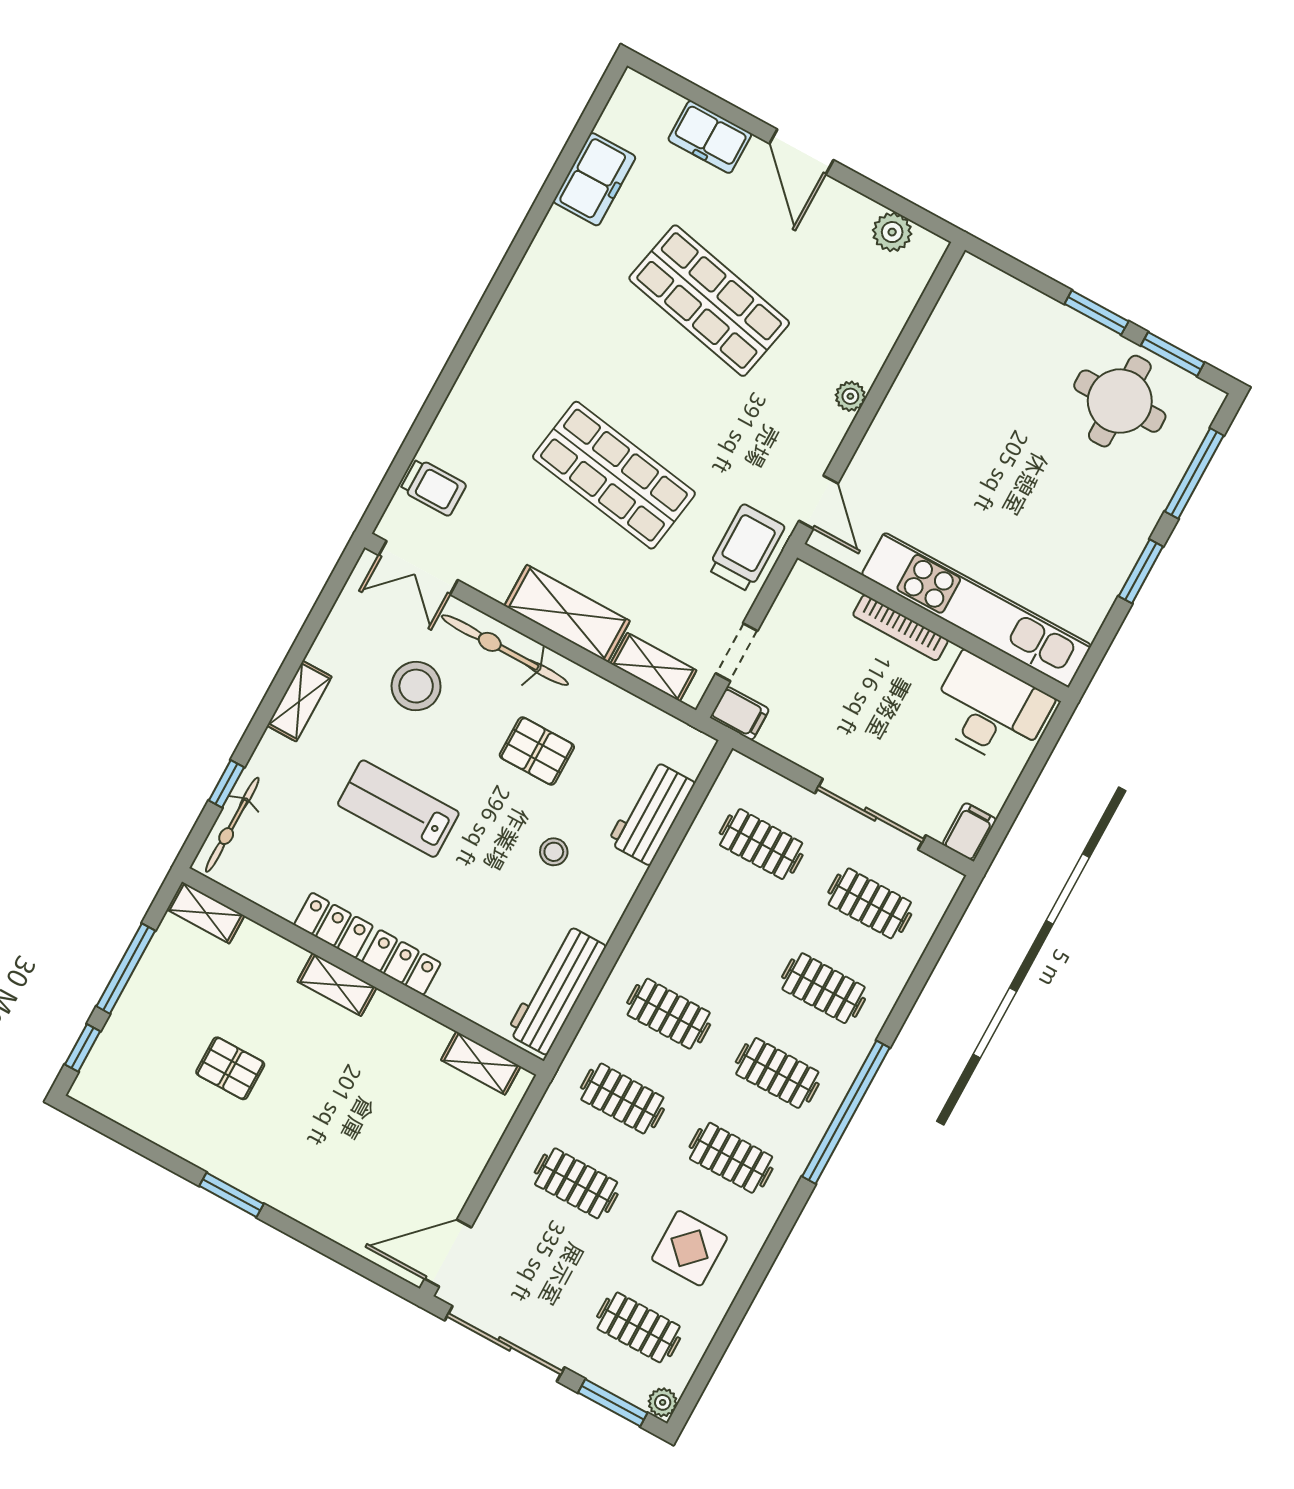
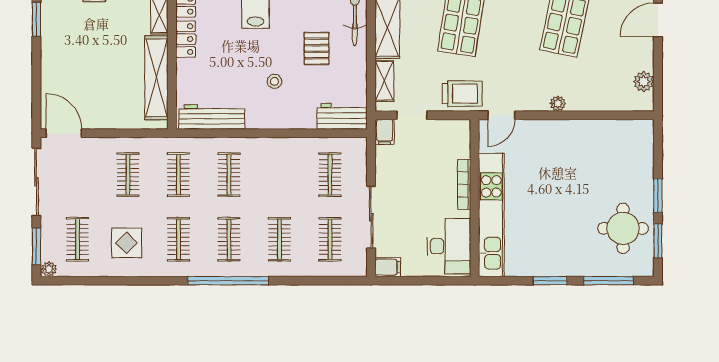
workbench: (651, 813) -> (342, 116), moved
shelving: (481, 1063) -> (156, 78), width x2.20, depth x1.33

